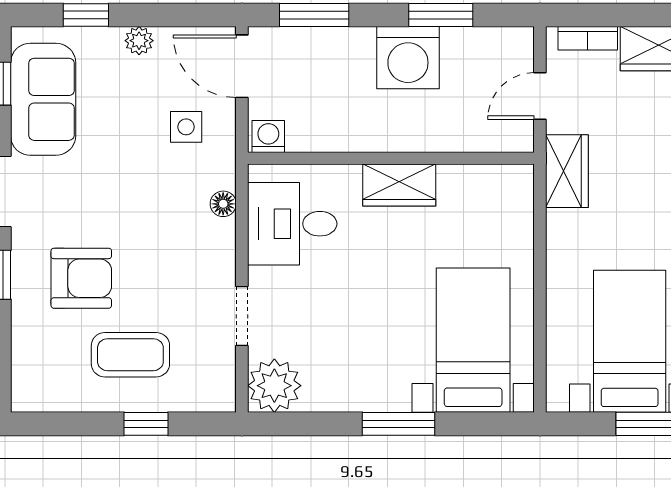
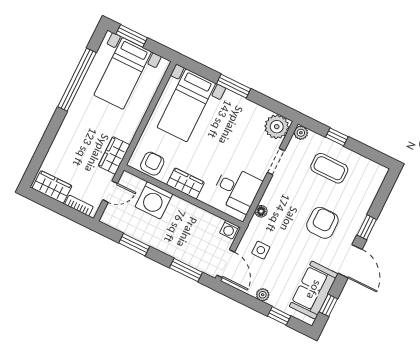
washing machine: (408, 58) -> (154, 200), moved, turned 180
armchair: (484, 192) -> (152, 164), added
armchair: (81, 278) -> (322, 223), moved, turned 90
plant: (221, 397) -> (301, 133), added

